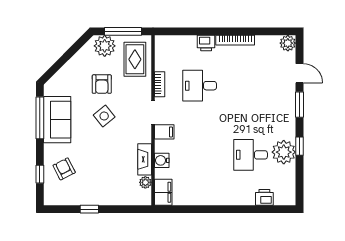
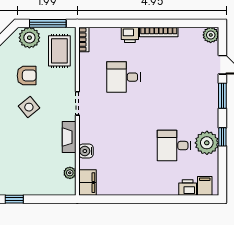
armchair: (102, 84) -> (27, 76), turned -90
bookcase: (160, 84) -> (84, 40), moved
filing cabinet: (164, 132) -> (205, 186), moved, turned -90
fireplace: (145, 159) -> (69, 137), moved

